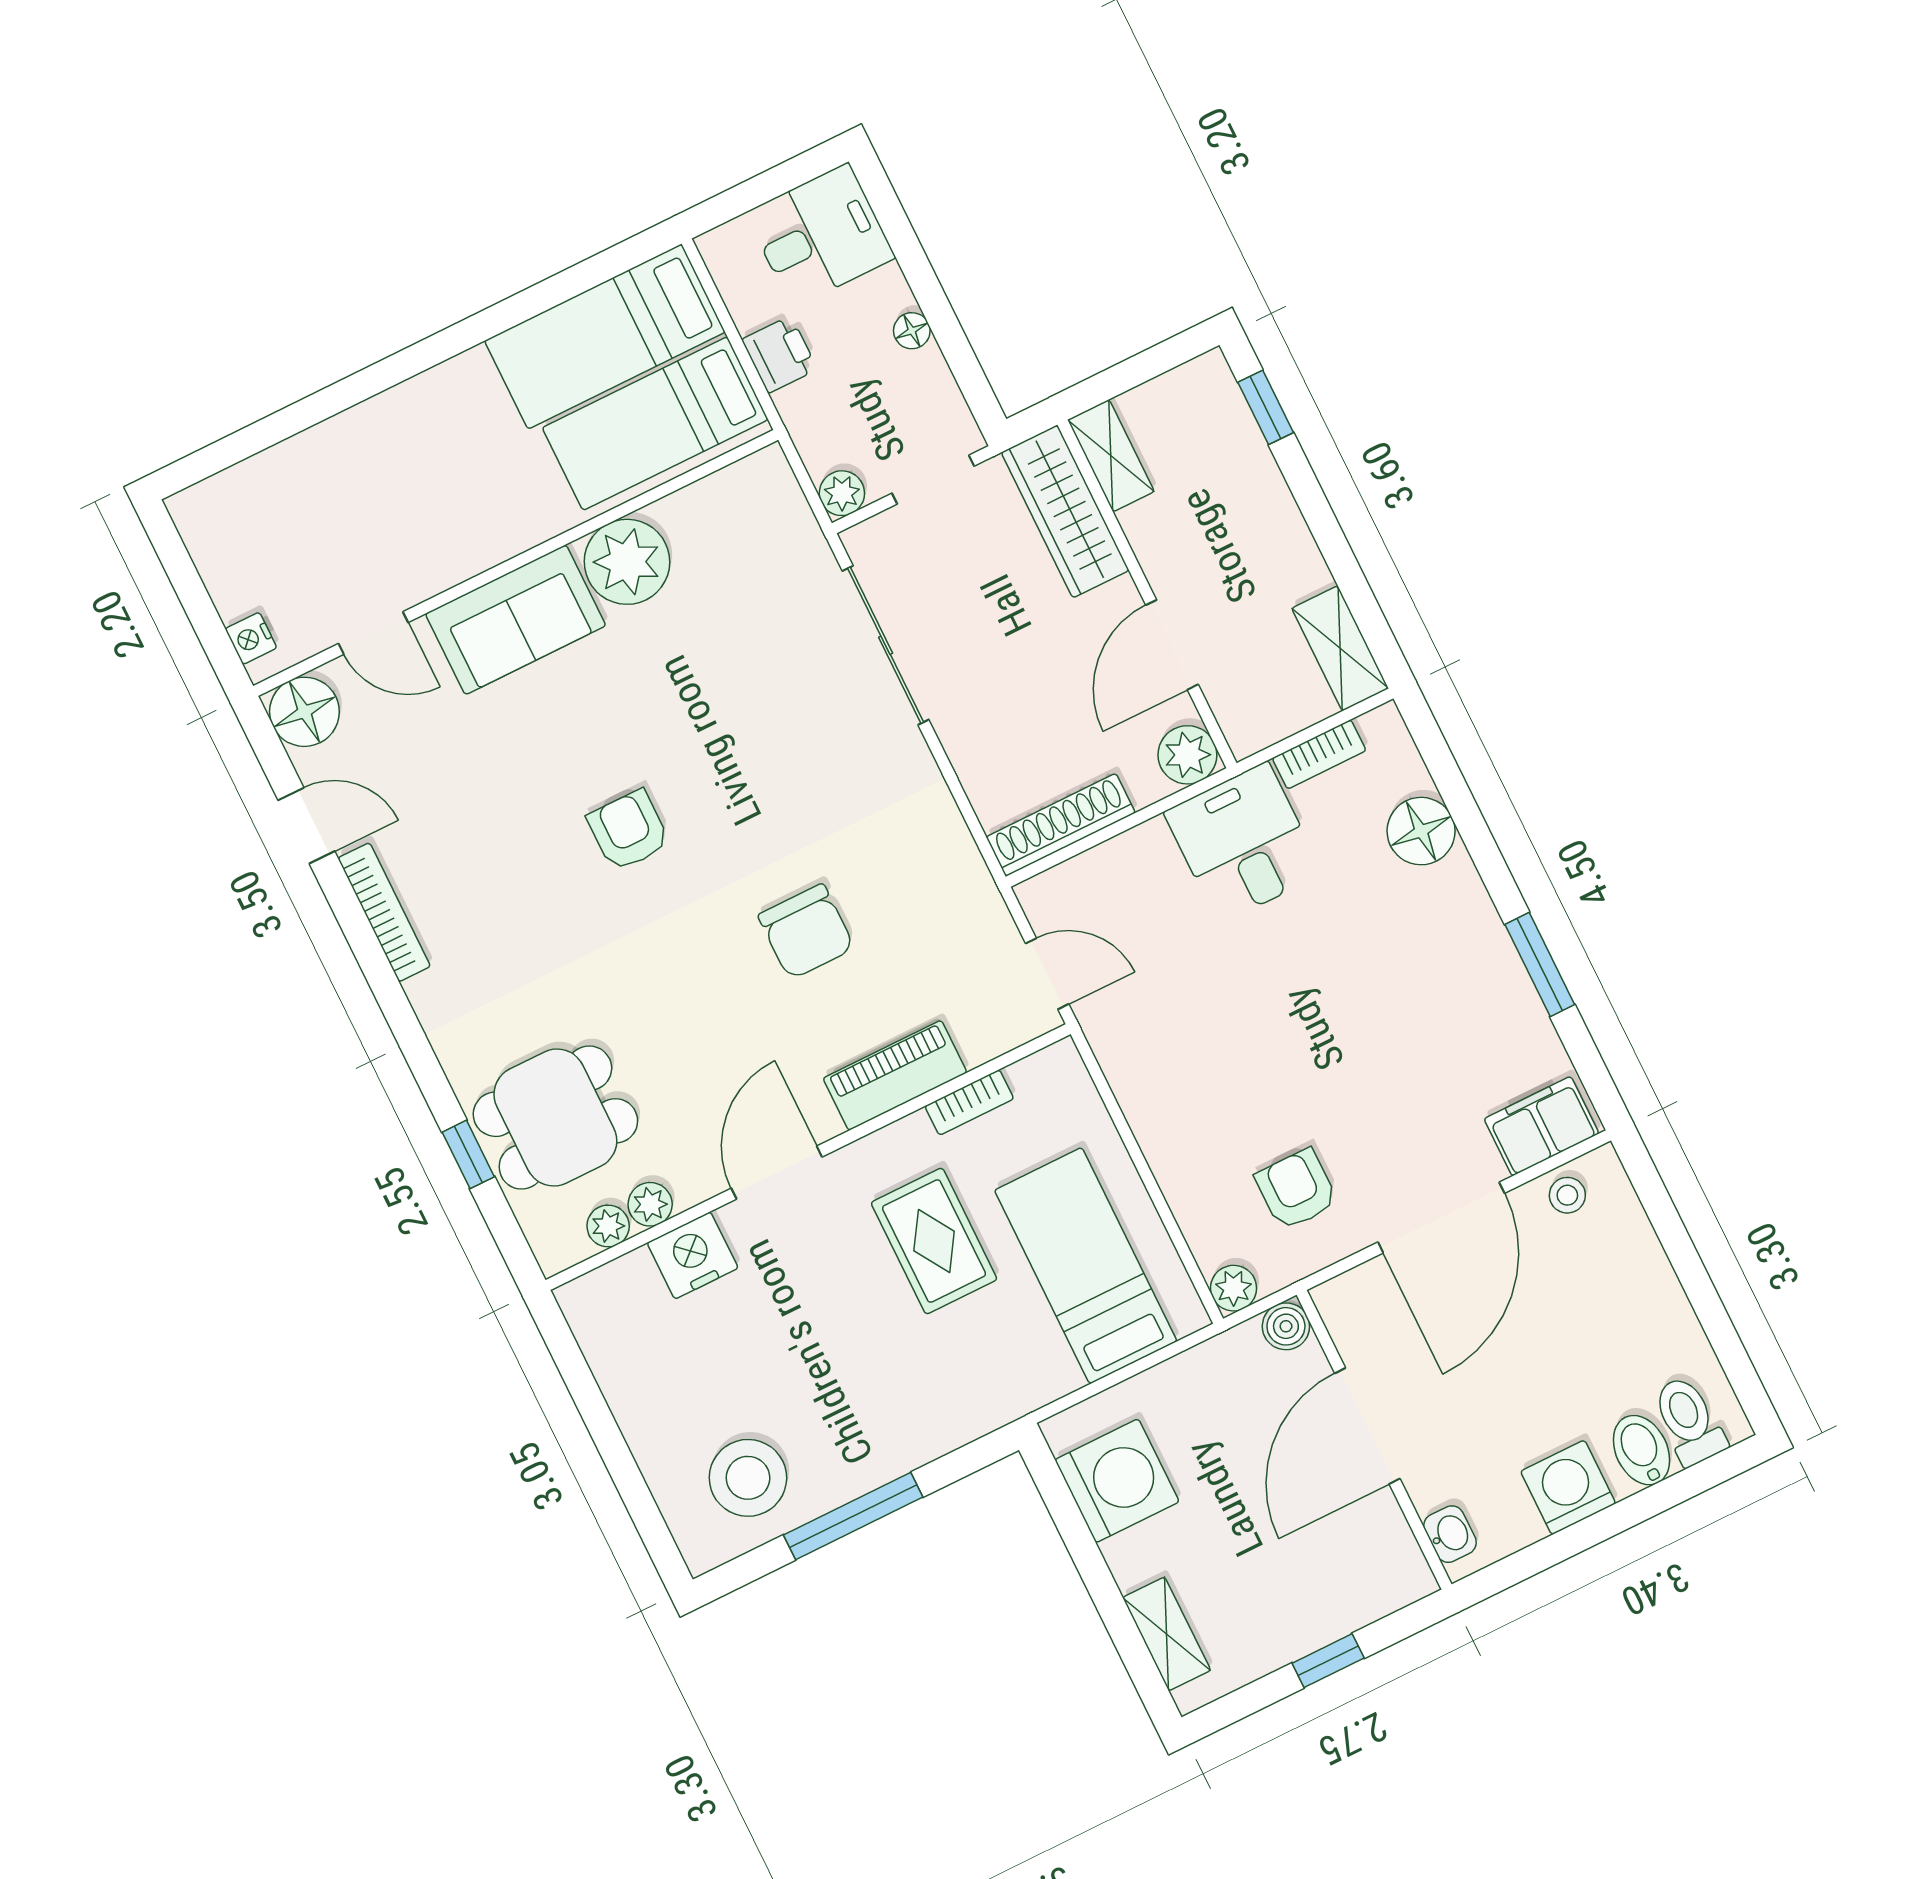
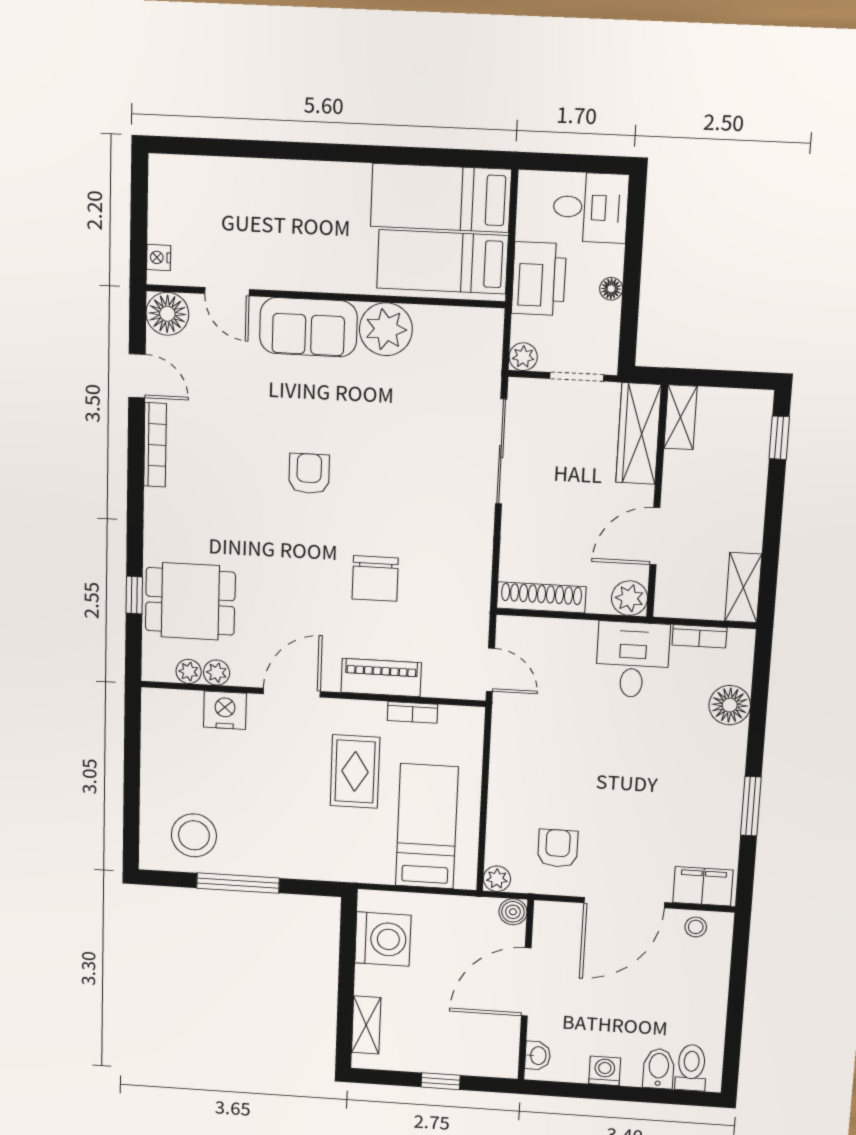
printer: (780, 354) -> (539, 279), width x1.87, depth x1.48
washing machine: (1568, 1487) -> (605, 1071), width x0.73, depth x0.73

